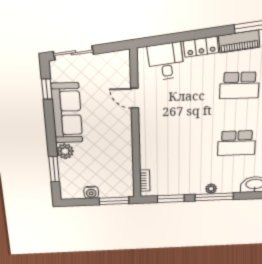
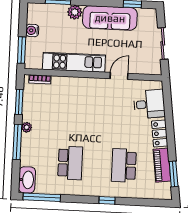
sliding door: (73, 53) -> (163, 43), moved
school desk: (237, 143) -> (70, 163), turned 180
kitchen unit: (123, 148) -> (74, 62), added
plant: (211, 189) -> (27, 127), moved

